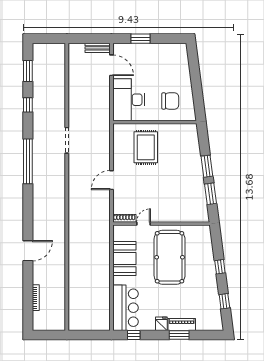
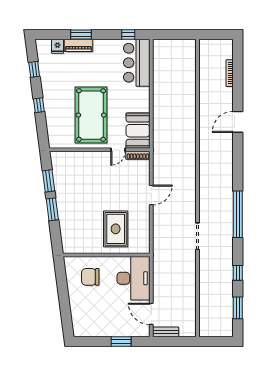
booth: (124, 258) -> (138, 131), moved
fridge: (161, 324) -> (58, 46), moved

